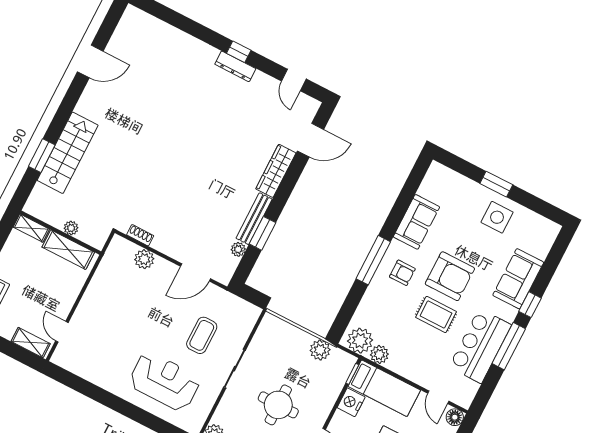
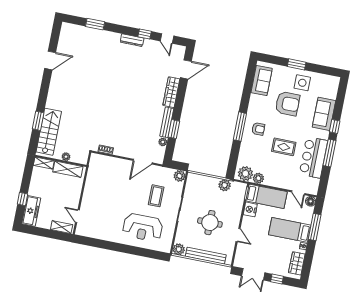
window: (182, 22) -> (95, 24), added
window: (239, 52) -> (145, 34), moved
stairs: (68, 153) -> (49, 132), moved
sofa: (416, 222) -> (262, 80), moved
plant: (144, 259) -> (179, 176), moved
armchair: (450, 276) -> (287, 104), moved
reception desk: (165, 381) -> (143, 227), turned 180

